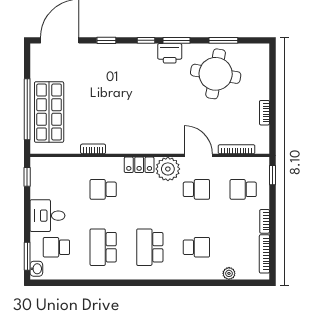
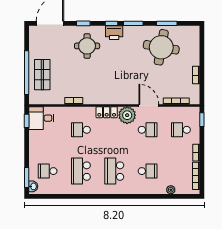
printer: (170, 53) -> (114, 33), moved
round table: (112, 72) -> (87, 46), added
shop shelf: (49, 112) -> (42, 75), width x0.70, depth x0.74
desk: (47, 216) -> (41, 118), moved

